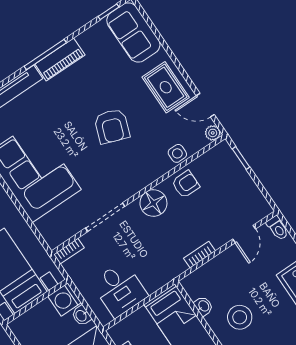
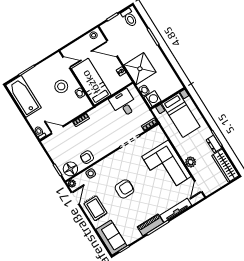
door: (205, 105) -> (75, 198), hinge flipped
armchair: (112, 126) -> (124, 189), turned 70
floor lamp: (153, 203) -> (70, 169), moved
door: (244, 234) -> (57, 130), hinge flipped

